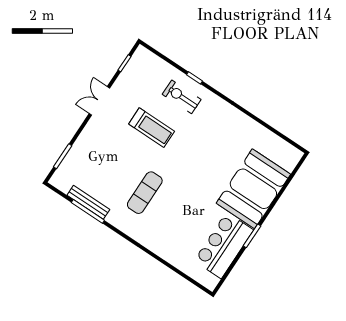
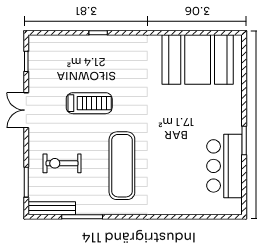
exercise bike: (182, 97) -> (62, 163), moved
booth: (253, 189) -> (198, 60), moved, turned 90
exercise mat: (145, 193) -> (122, 166), width x1.36, depth x1.45
bench: (88, 202) -> (52, 208), moved

